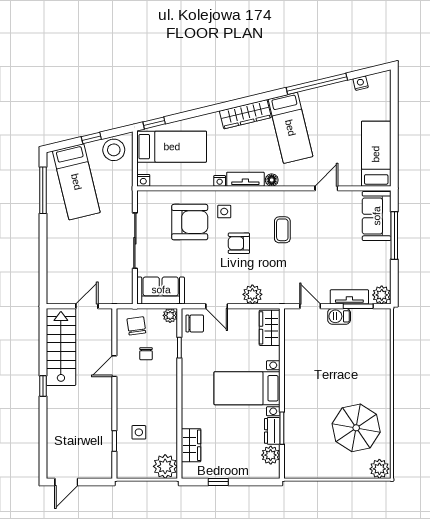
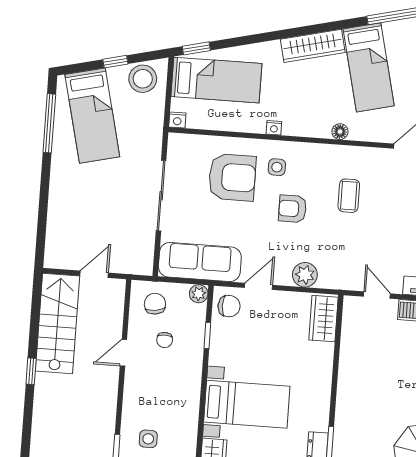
tv unit: (245, 179) -> (307, 128), removed
sofa: (161, 290) -> (200, 262), width x1.36
door: (217, 306) -> (259, 286), swing flipped
bed with nightstands: (247, 388) -> (247, 404), moved, turned 180

